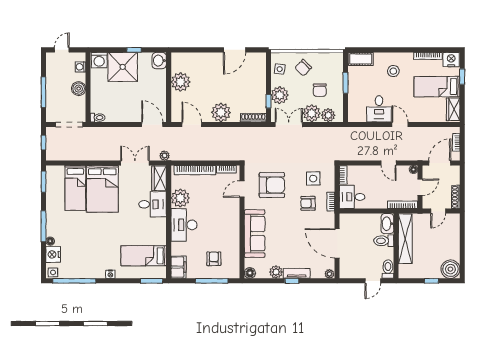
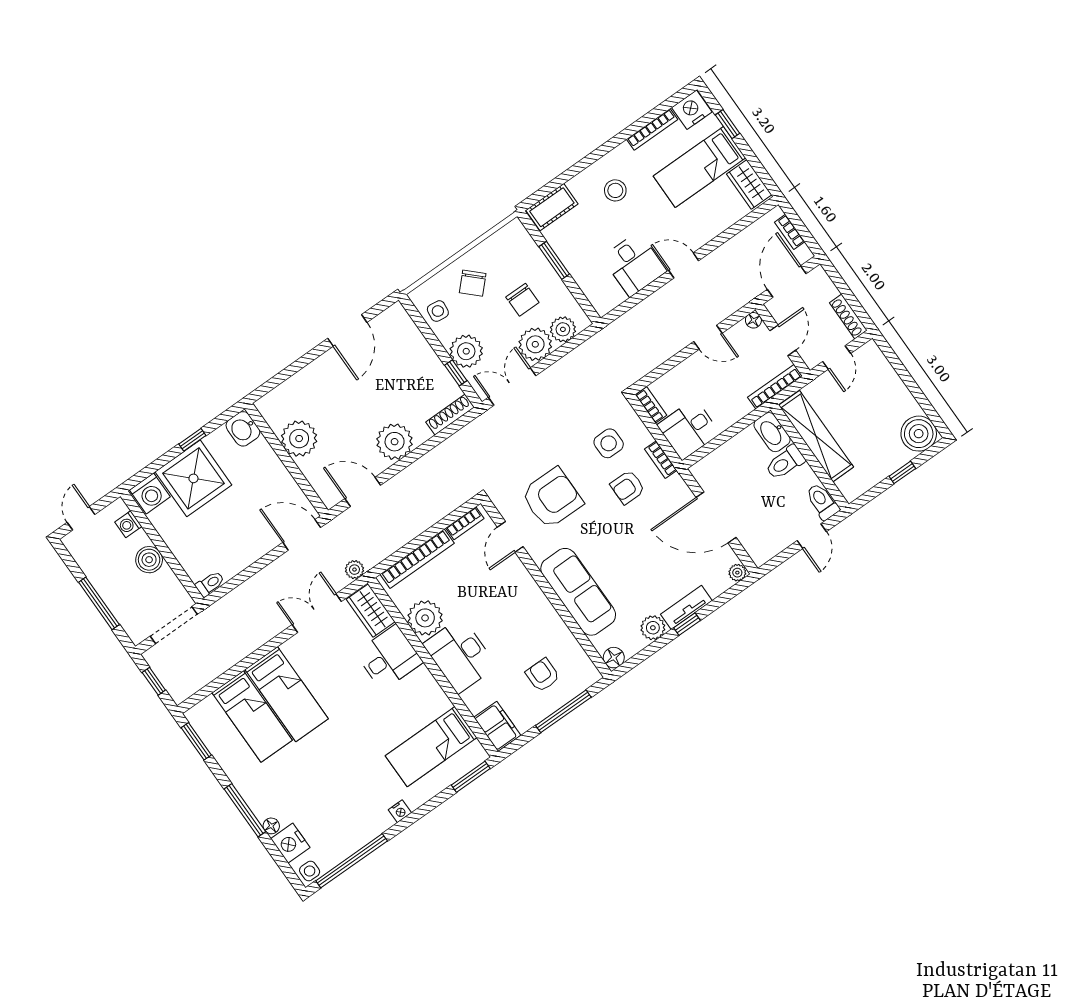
bed: (102, 189) -> (287, 694), width x0.67

